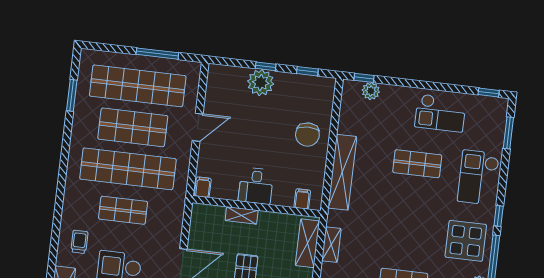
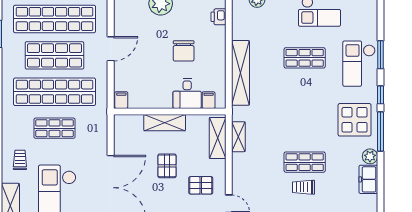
printer: (325, 105) -> (219, 17), added
window: (508, 133) -> (380, 55), moved
chair: (307, 135) -> (184, 51), moved
desk: (256, 186) -> (187, 93), moved
shelving: (242, 215) -> (165, 123), width x1.50, depth x1.33

